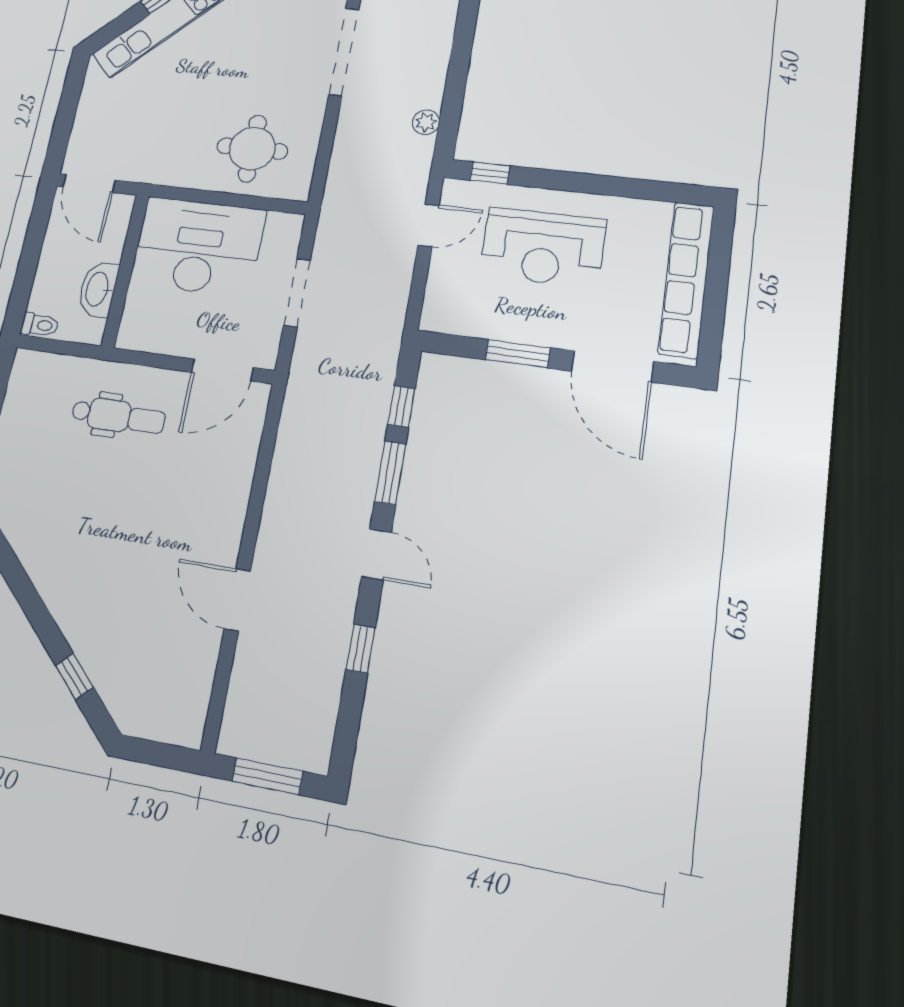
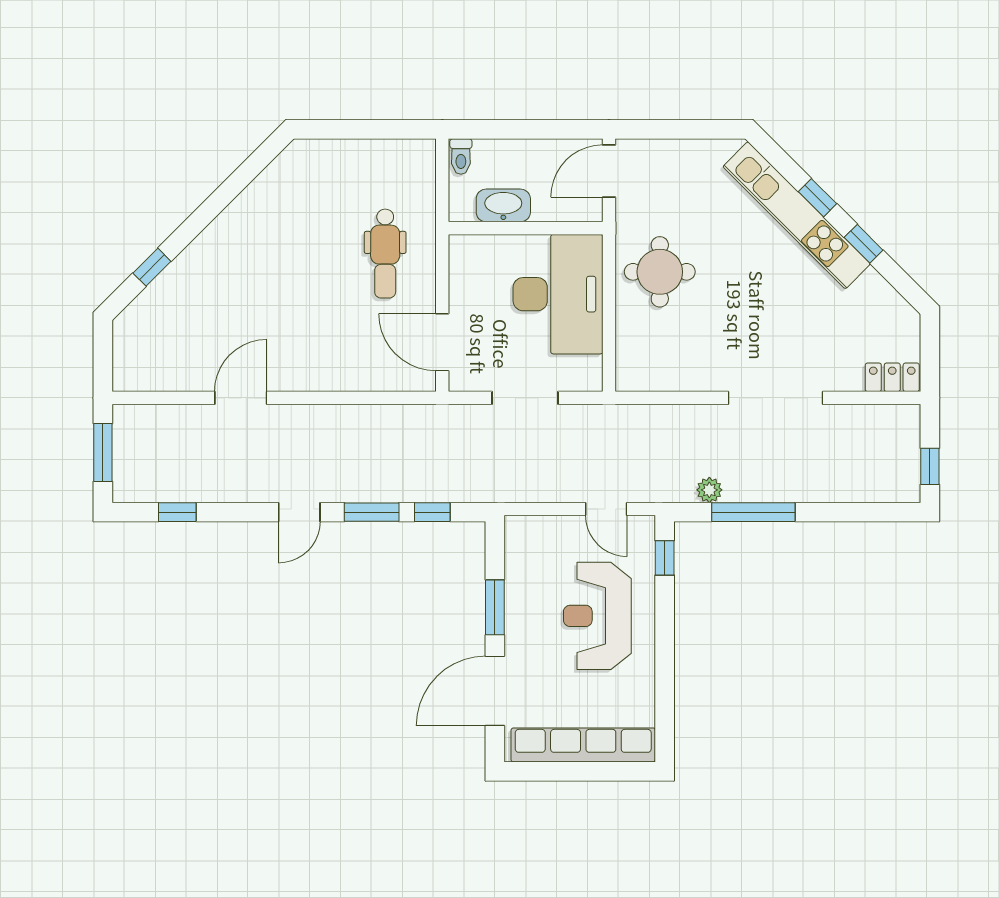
window: (456, 83) -> (753, 512), added
round table: (252, 149) -> (660, 272), moved
window: (361, 649) -> (177, 512), moved

